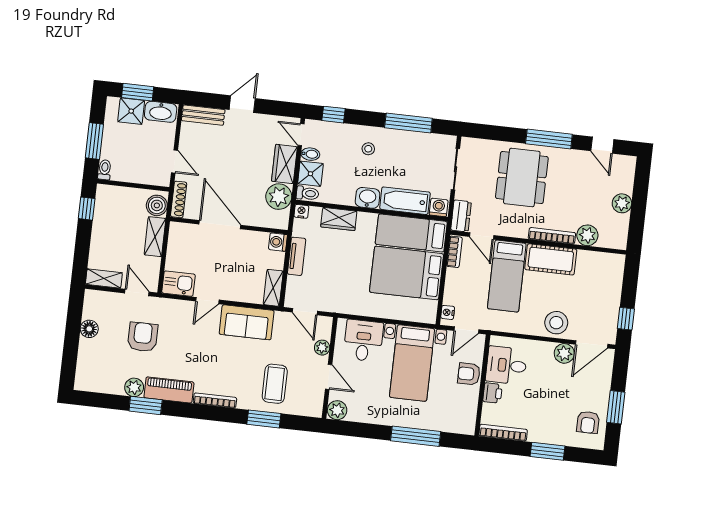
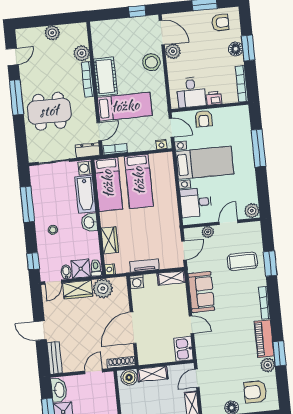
bed: (407, 273) -> (139, 181), width x0.67
armchair: (143, 337) -> (255, 392), moved
floor lamp: (550, 435) -> (236, 49), added

